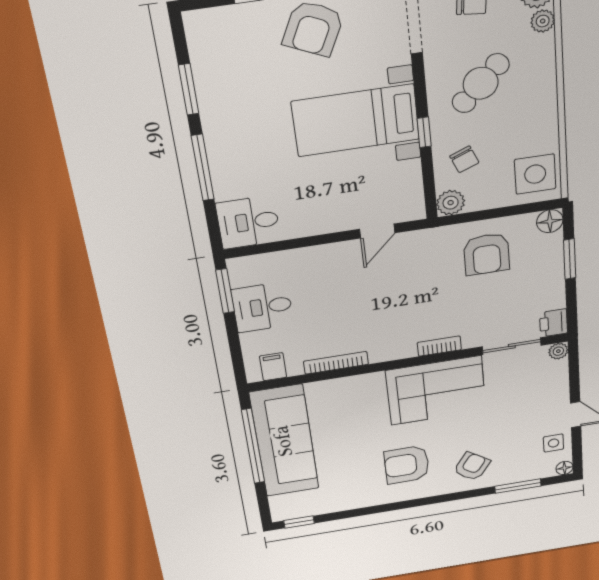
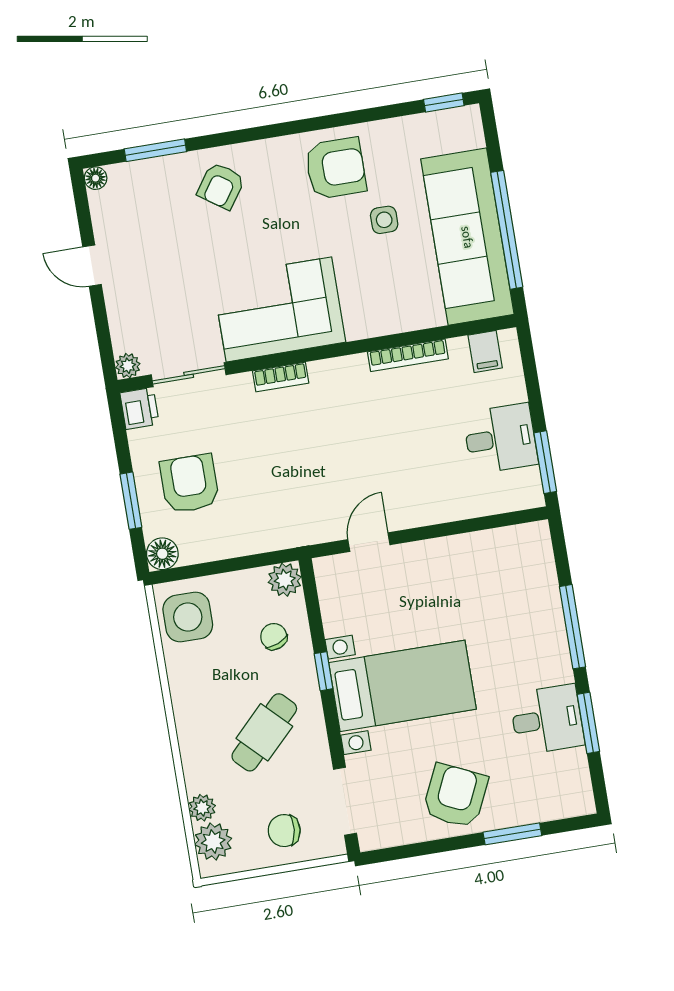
desk: (248, 222) -> (547, 720), moved
armchair: (487, 254) -> (190, 484), moved
side table: (554, 443) -> (384, 220), moved
armchair: (407, 465) -> (336, 168), moved

